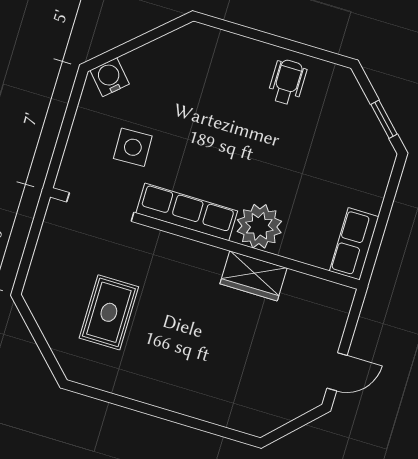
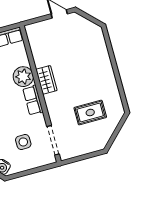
row of seats: (187, 212) -> (33, 100), width x0.68
wardrobe: (254, 276) -> (47, 80), moved

